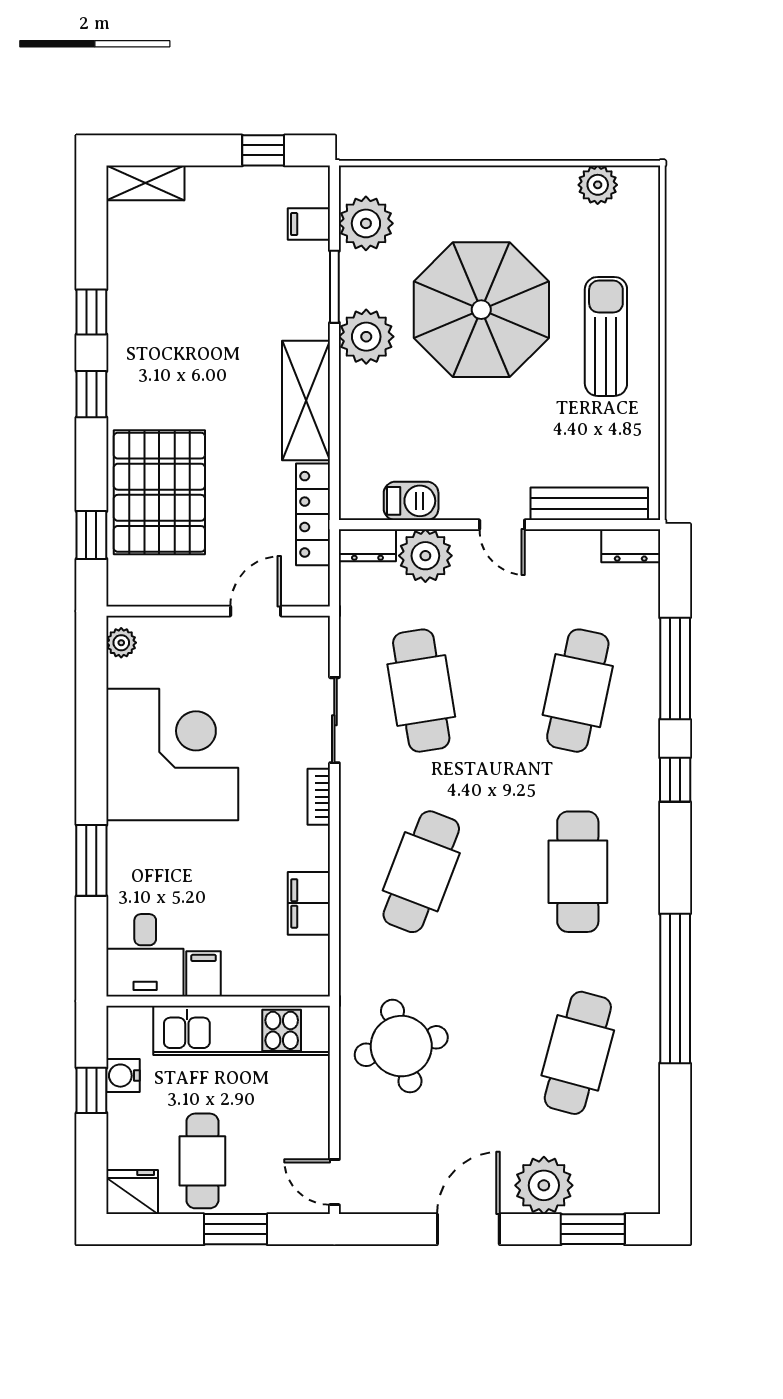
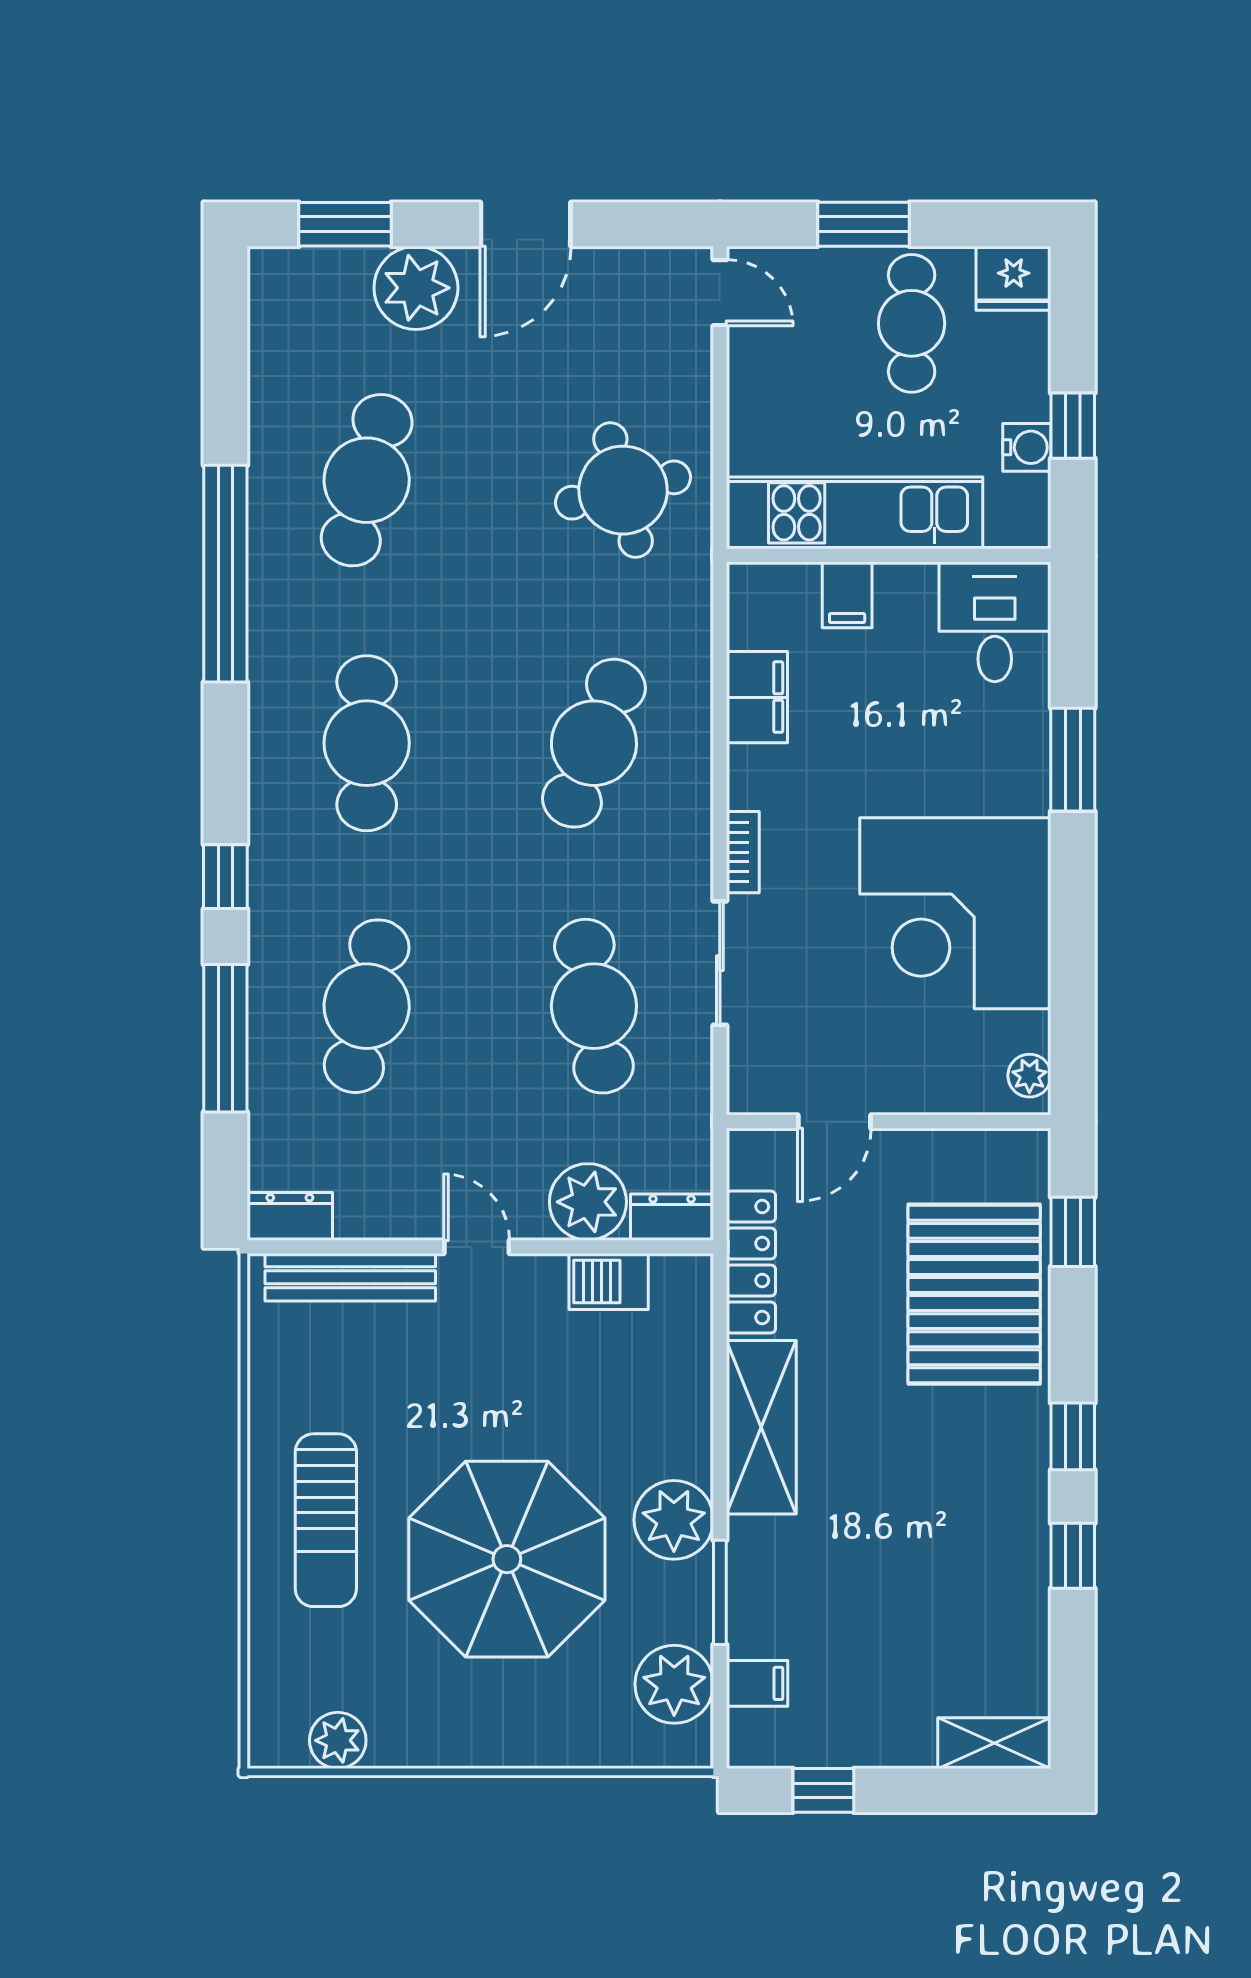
filing cabinet: (204, 974) -> (847, 595), moved

